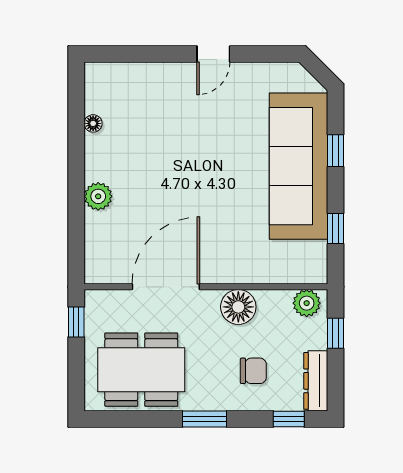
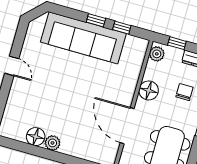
floor lamp: (93, 123) -> (36, 137), width x1.89, depth x1.89
window: (335, 151) -> (96, 20), moved
plant: (98, 196) -> (52, 143), moved

